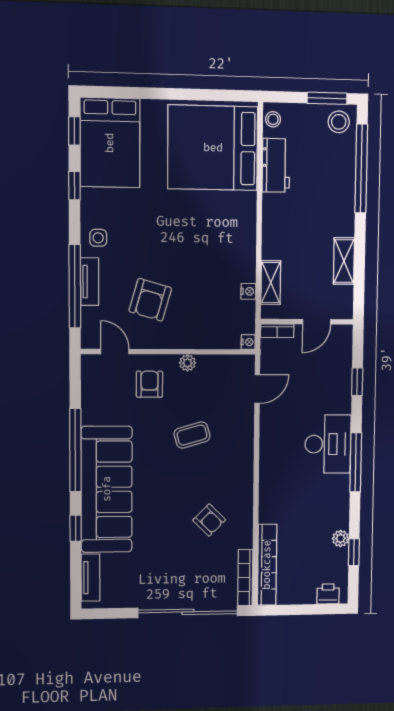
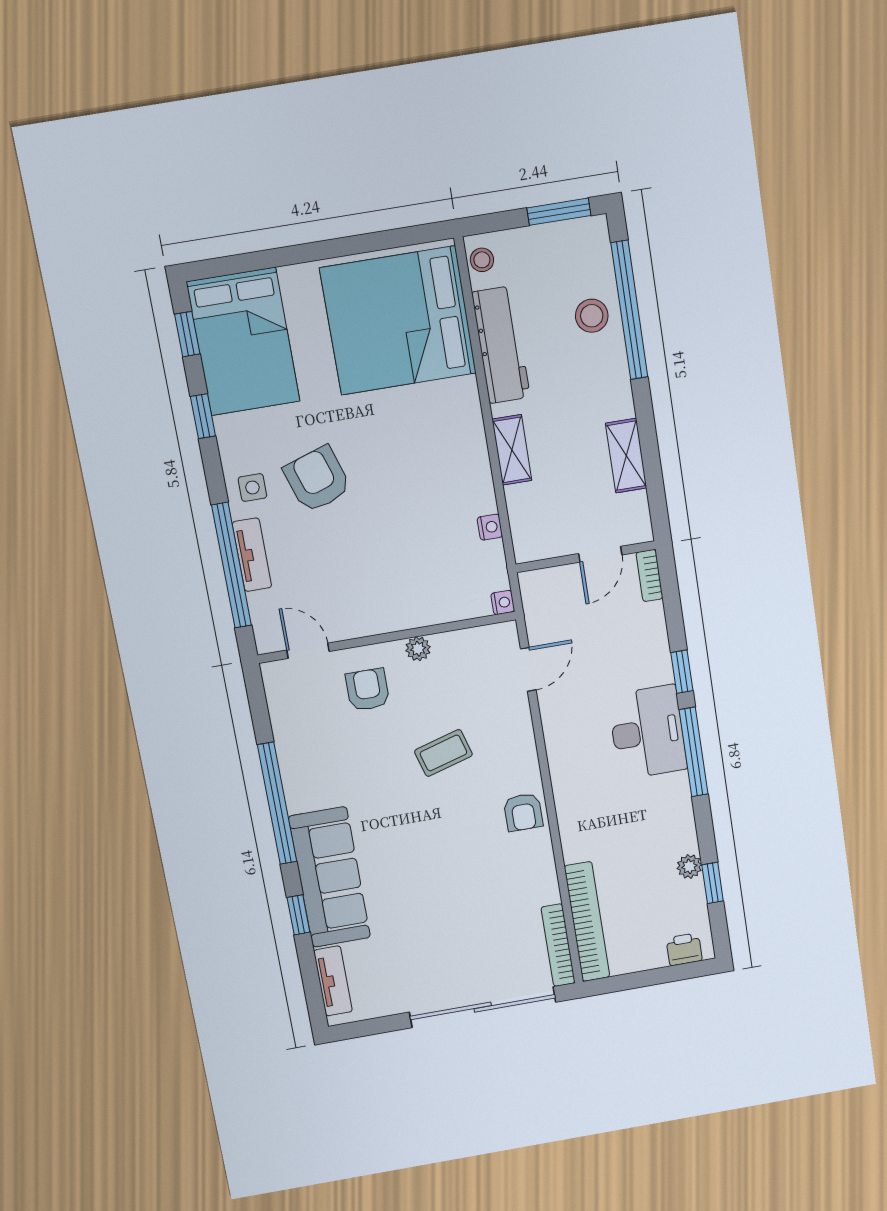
stool: (339, 122) -> (592, 316), moved
workbench: (276, 165) -> (501, 345), width x1.38
shelving: (271, 283) -> (512, 450), moved
armchair: (150, 300) -> (317, 479), moved, turned 146
bookcase: (277, 331) -> (649, 576), moved, turned 90
window: (357, 382) -> (682, 672), moved
sofa: (107, 489) -> (330, 877), width x0.74, depth x0.79
armchair: (209, 520) -> (523, 812), moved, turned 45

